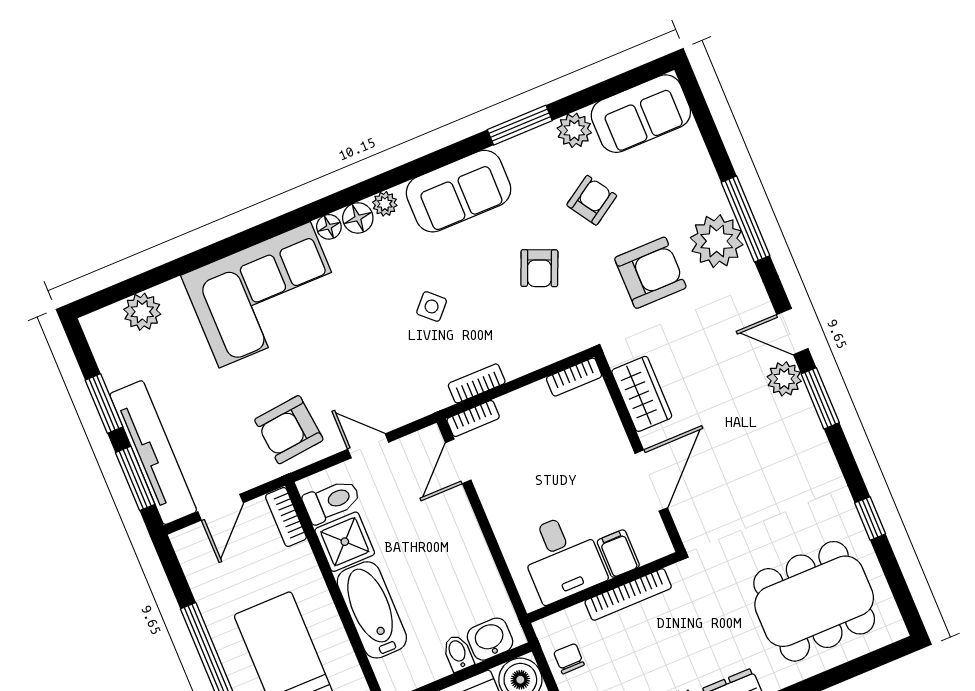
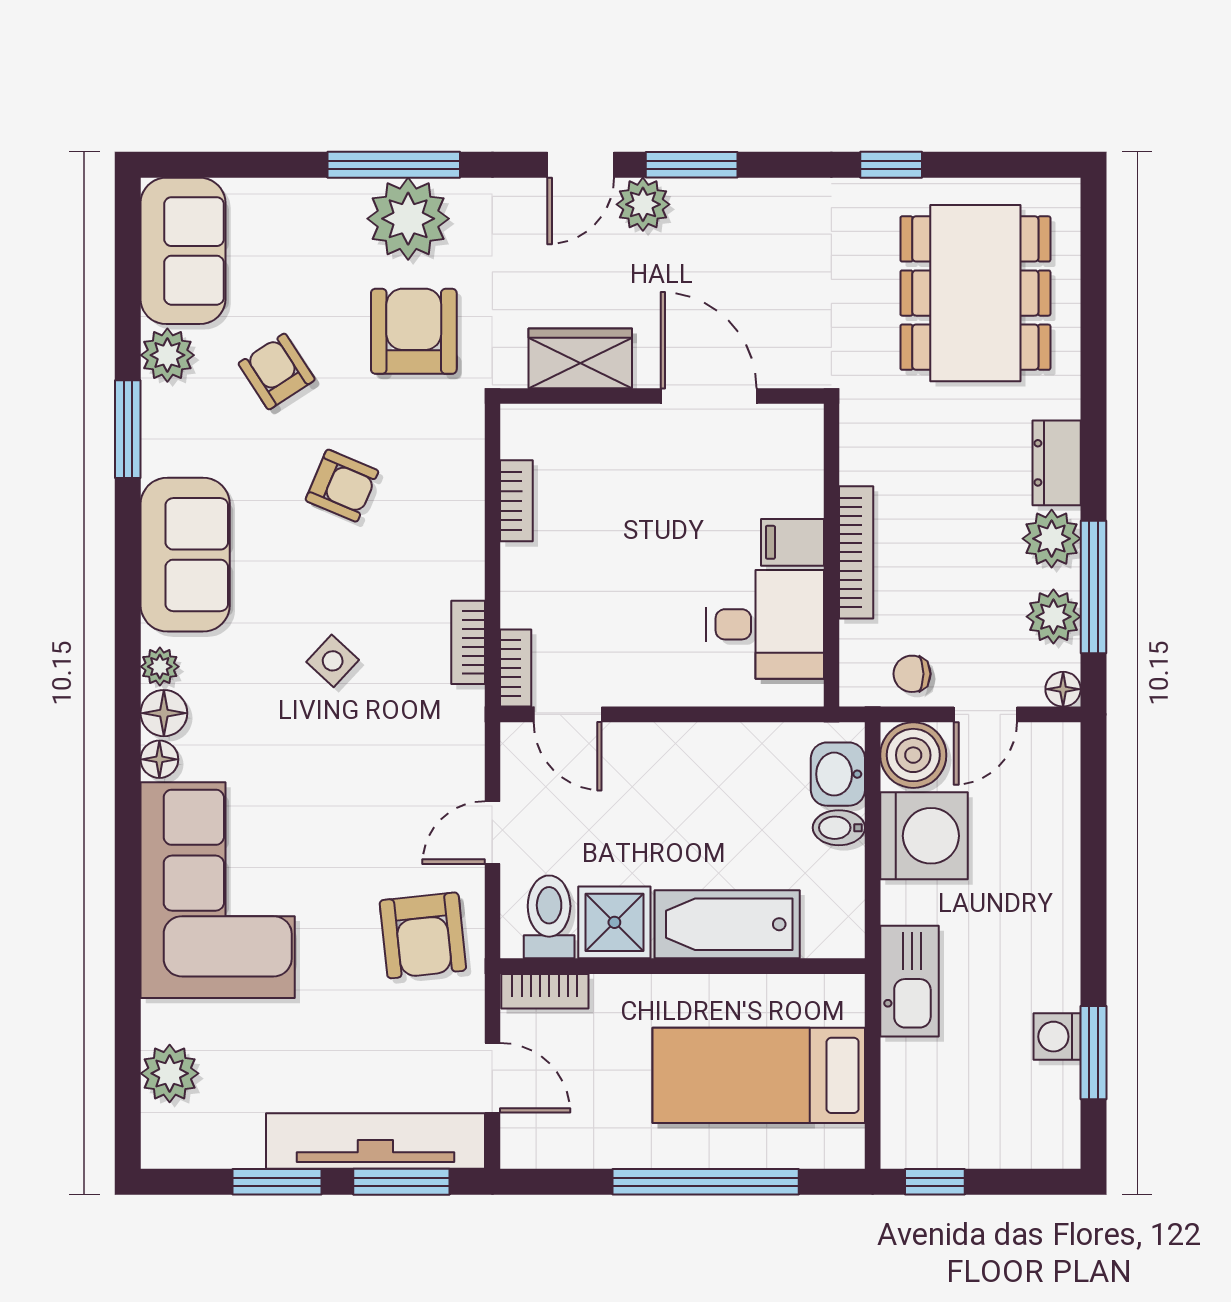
wardrobe: (642, 394) -> (580, 358), moved
wall: (640, 453) -> (662, 396), moved
door: (651, 481) -> (709, 396), moved

